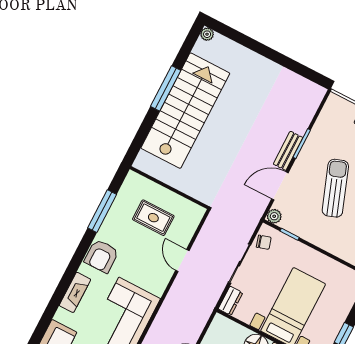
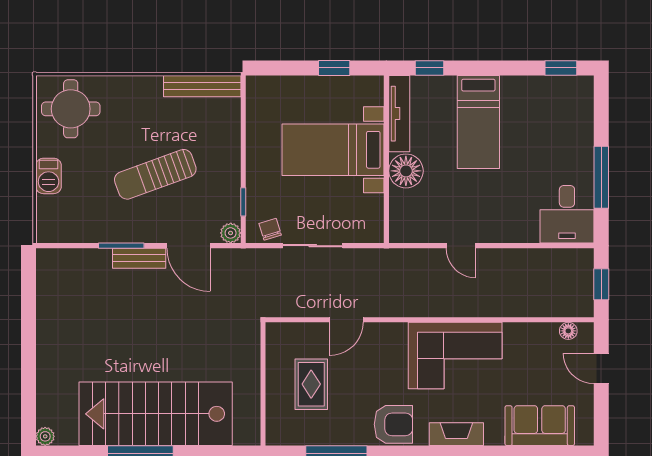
dresser: (231, 301) -> (365, 233), removed

